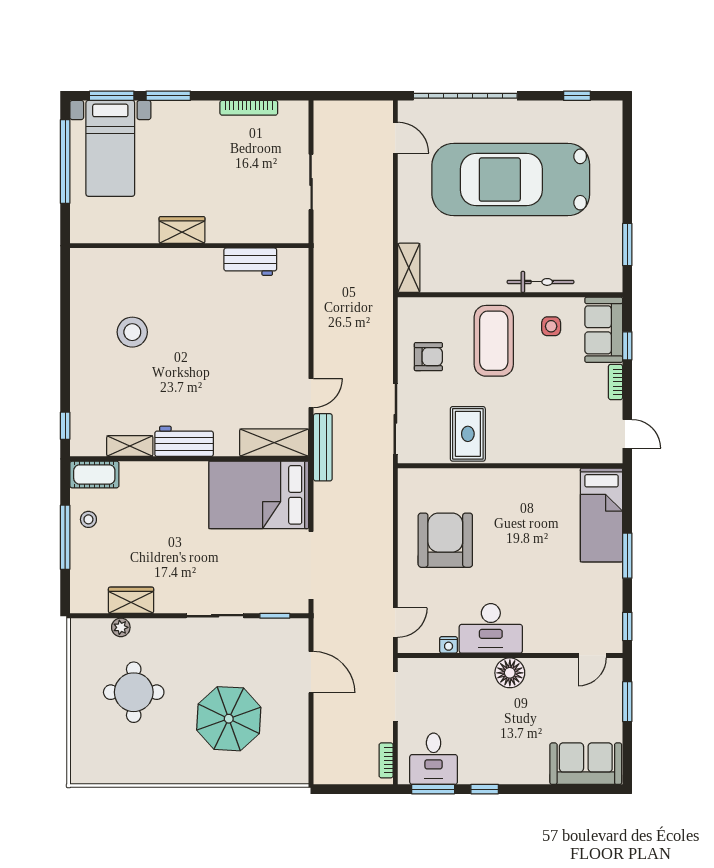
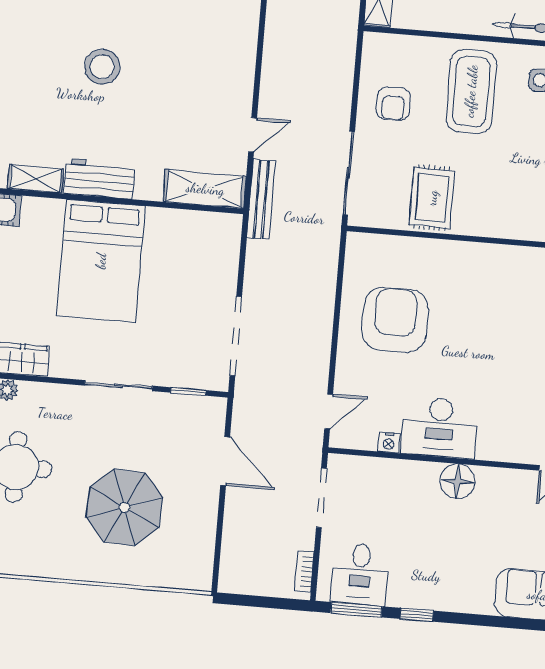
stool: (132, 332) -> (102, 67), moved
armchair: (428, 357) -> (393, 104), turned 90
bed: (259, 495) -> (101, 261), moved, turned -90

